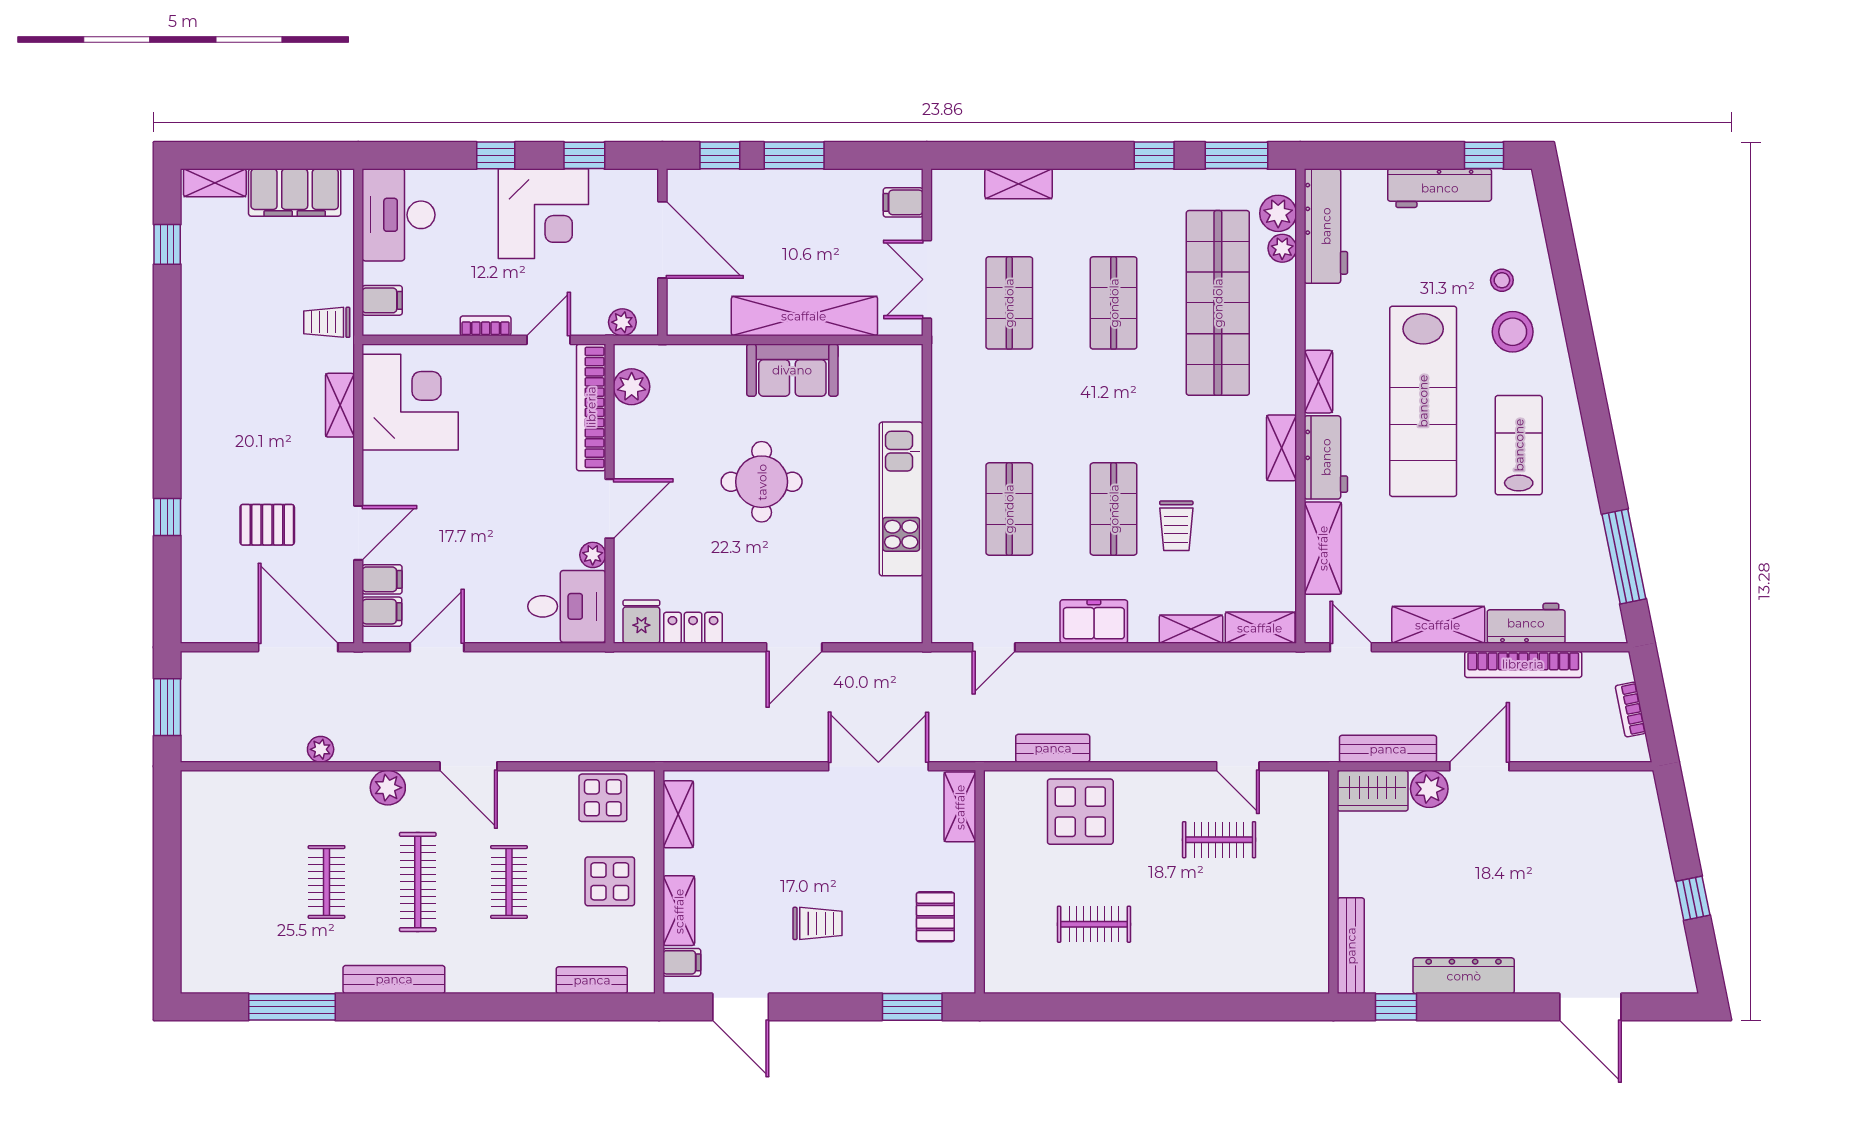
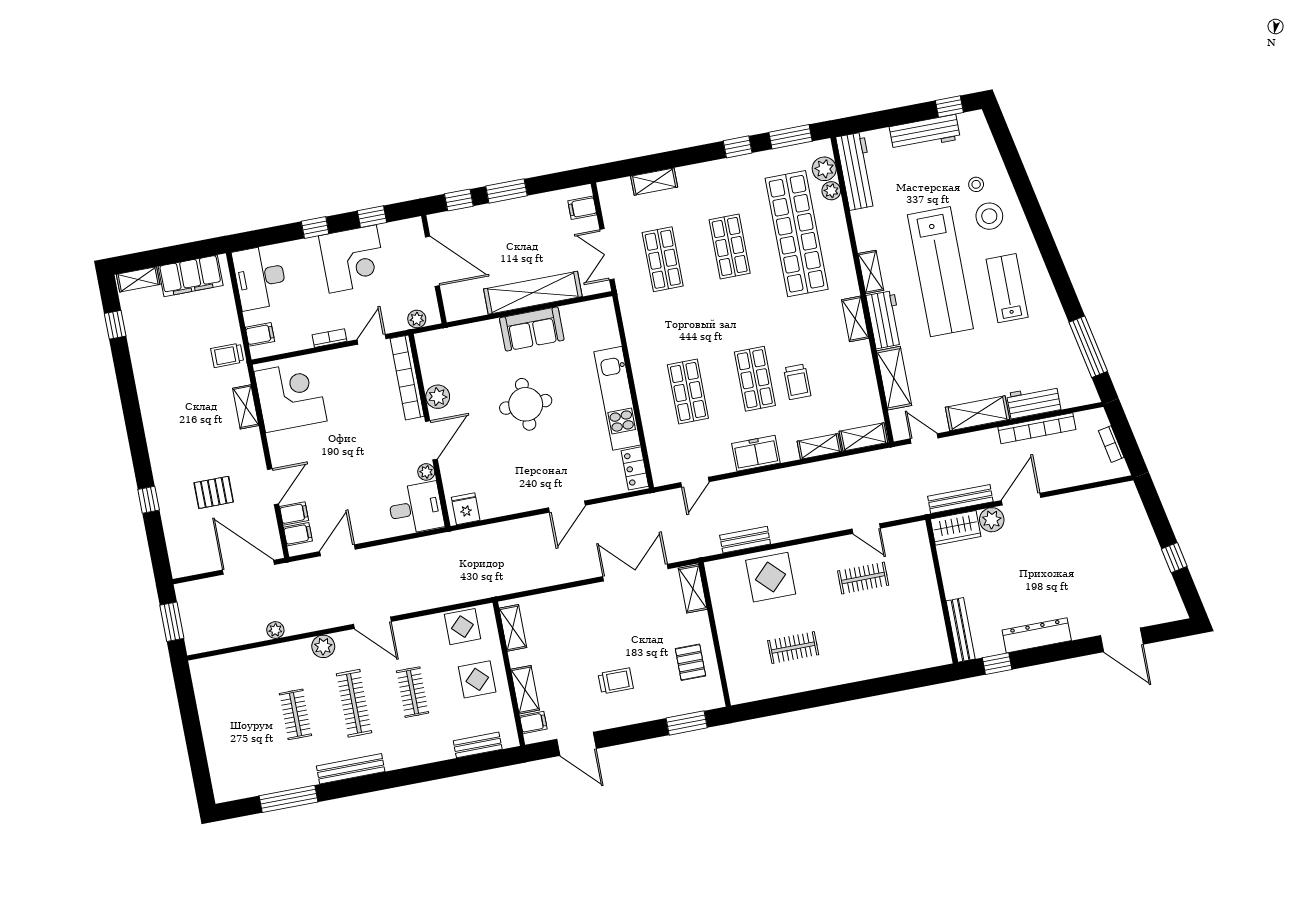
plant: (632, 387) -> (438, 397), moved
locker: (693, 628) -> (635, 468), moved, turned -90

